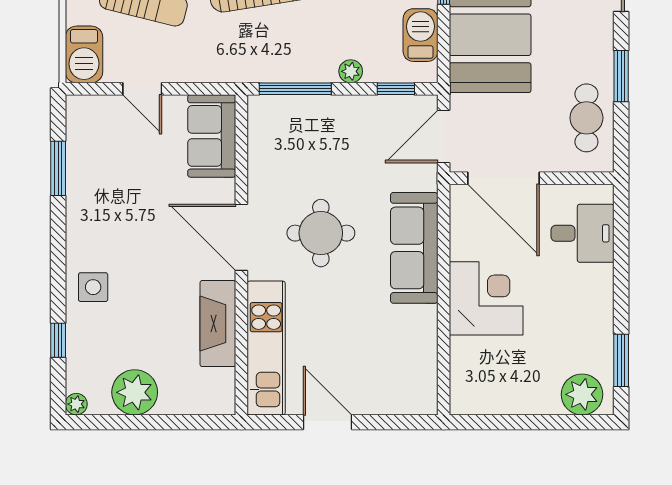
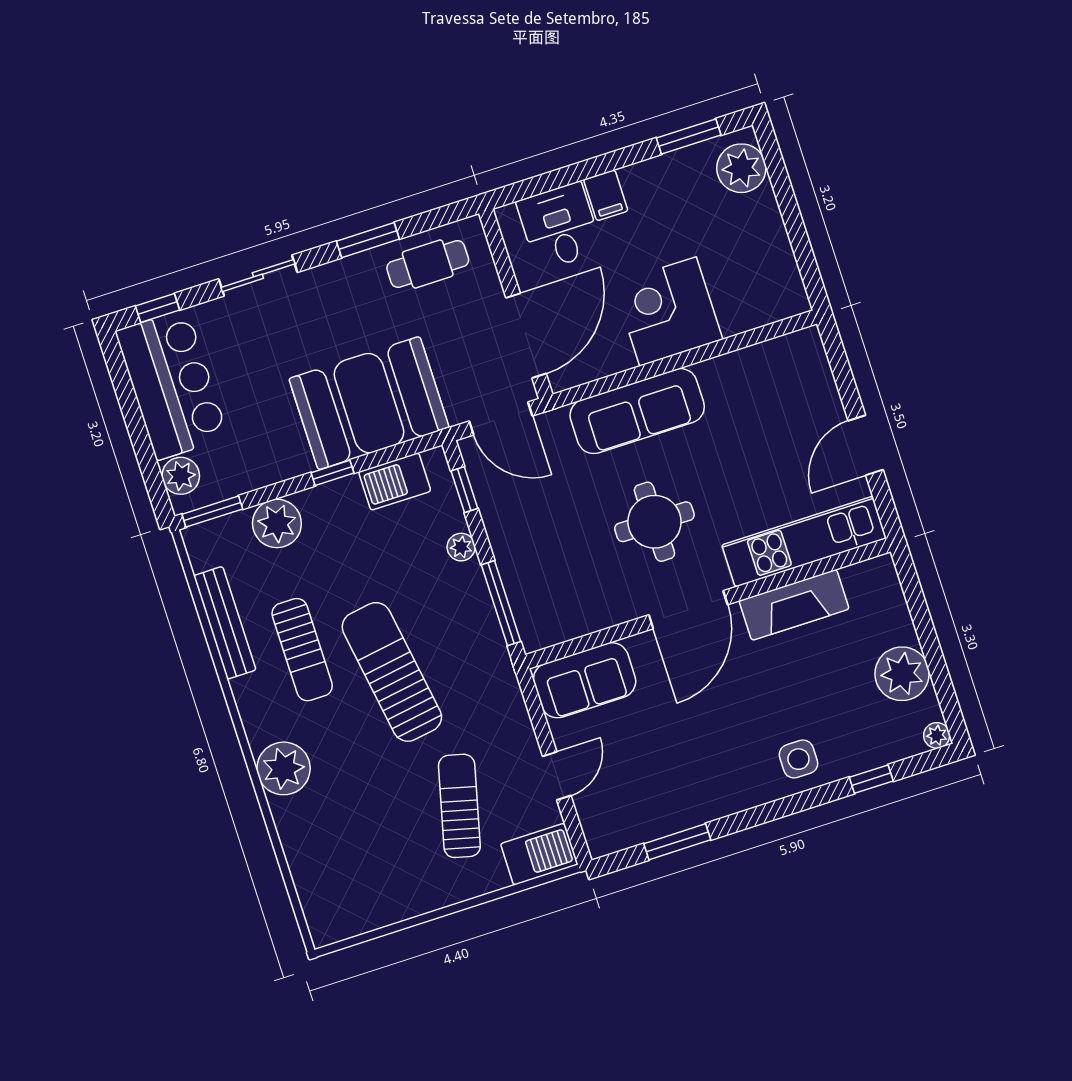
filing cabinet: (595, 279) -> (606, 195), added

